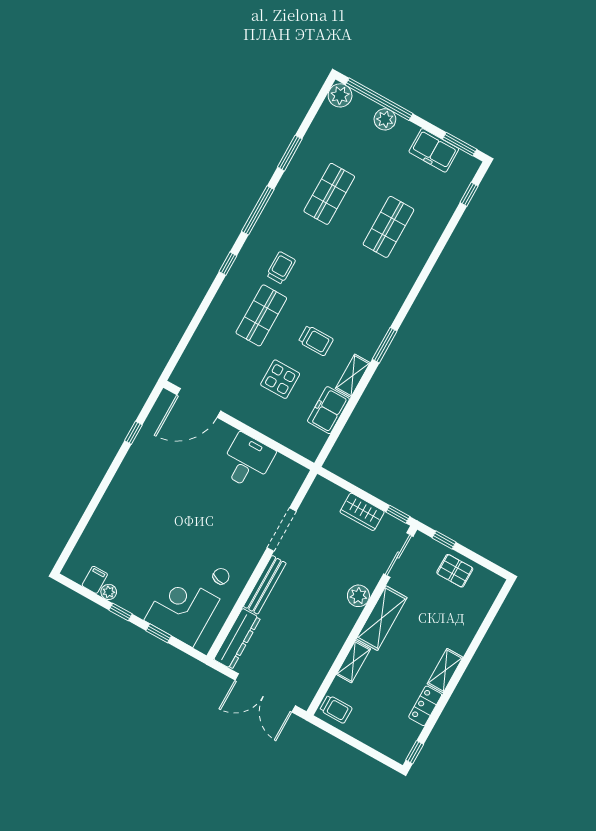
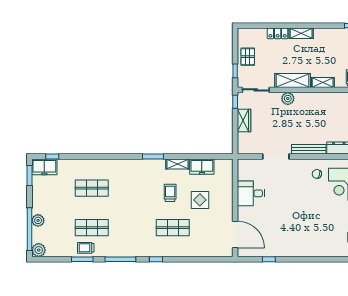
freezer: (434, 150) -> (44, 167), moved, turned 90
trolley: (281, 268) -> (86, 248), moved
locker: (425, 706) -> (278, 33), moved

